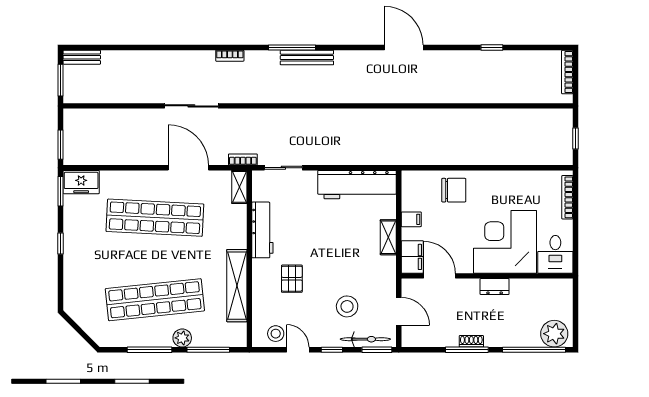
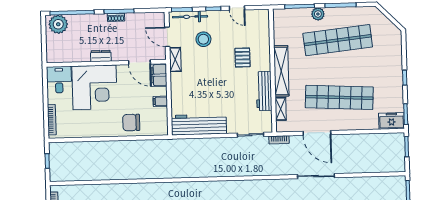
shelving: (239, 187) -> (281, 109), moved
shelving: (388, 237) -> (175, 60), moved
shelving: (237, 286) -> (281, 71), moved
stool: (276, 334) -> (253, 19), removed

